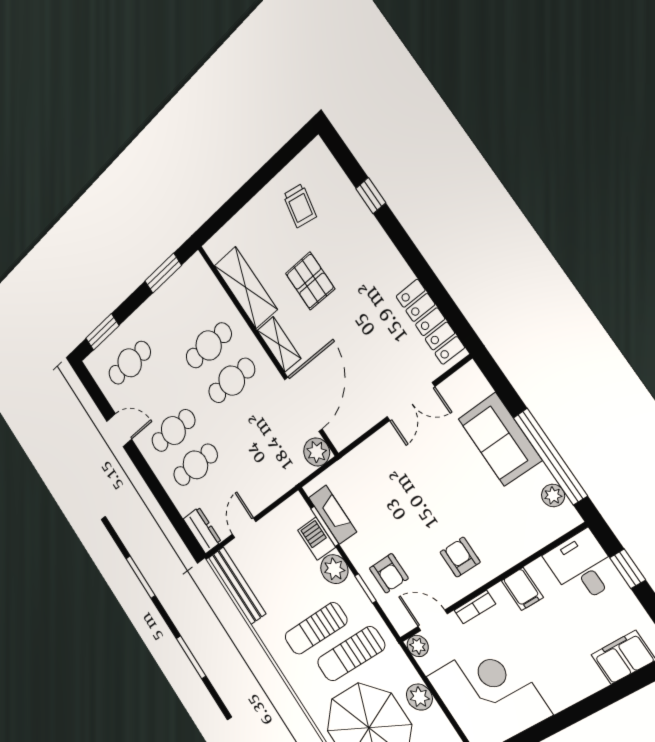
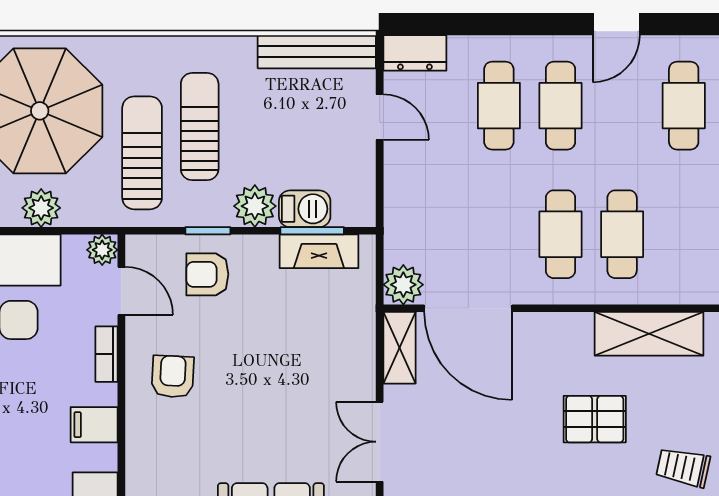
shelving: (279, 344) -> (399, 348), moved, turned 90
armchair: (460, 557) -> (173, 377), turned -87
door: (433, 620) -> (121, 291), hinge flipped

